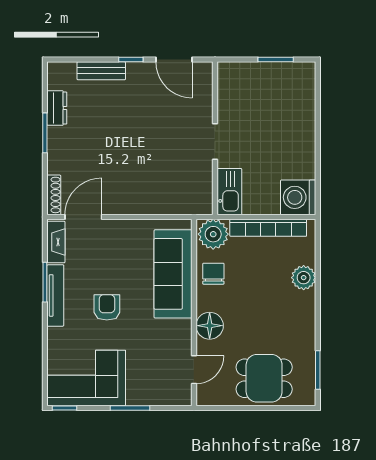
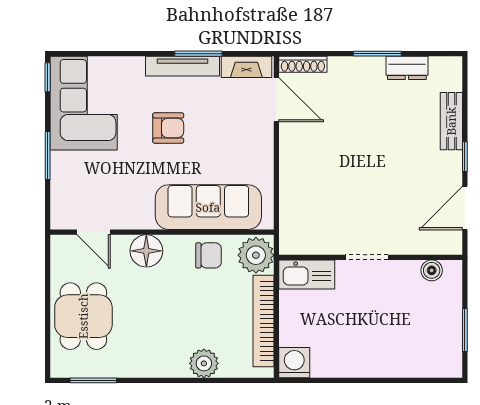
boiler: (226, 87) -> (432, 270), added
washing machine: (298, 197) -> (294, 363), width x0.73, depth x0.73

